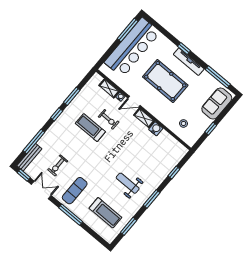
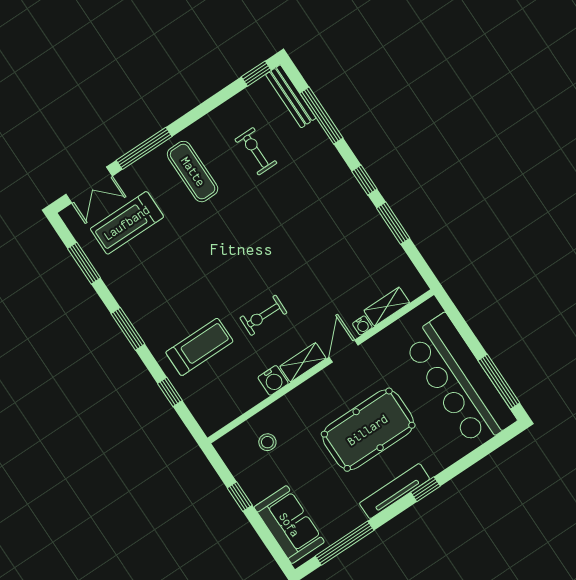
exercise bike: (109, 119) -> (263, 315), moved
treadmill: (90, 128) -> (199, 347), moved
weight bench: (128, 183) -> (176, 288), removed
double door: (41, 190) -> (89, 185), moved

